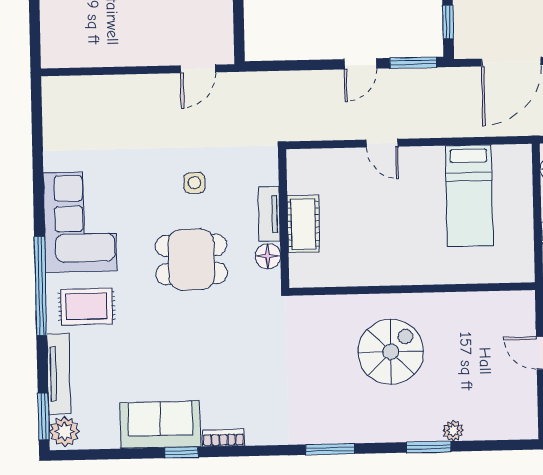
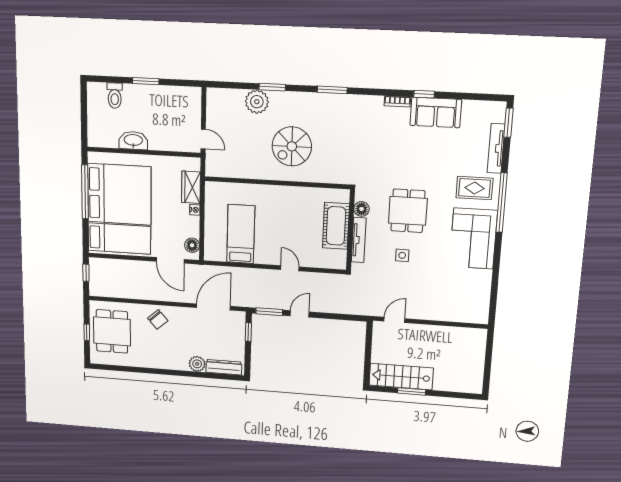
tv unit: (269, 214) -> (359, 240), width x1.41
cot: (303, 224) -> (336, 226), width x1.37, depth x1.34
dining table: (191, 260) -> (408, 211), turned 90
plant: (453, 431) -> (257, 102), width x1.87, depth x1.87
plant: (64, 432) -> (496, 112), removed

